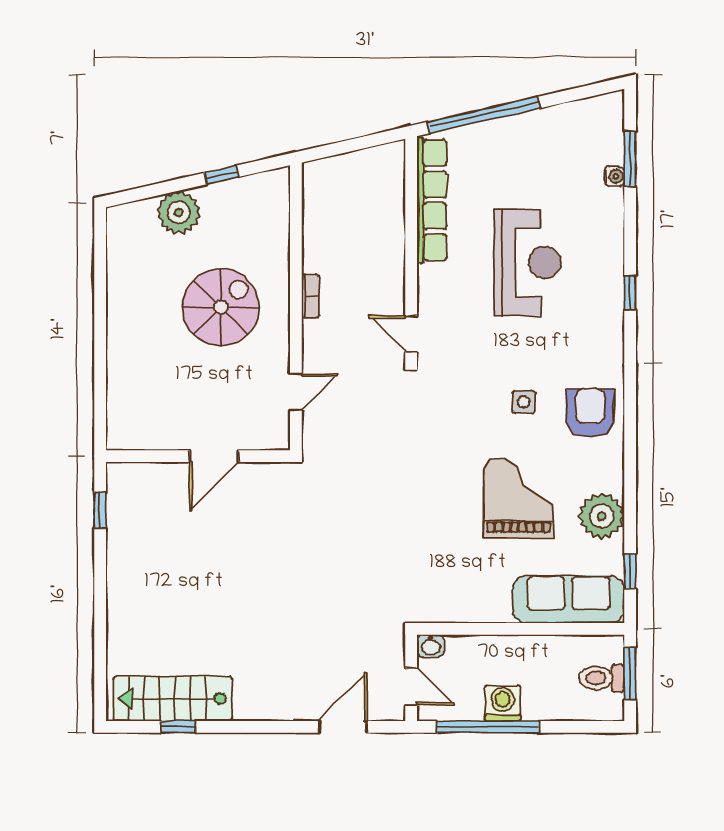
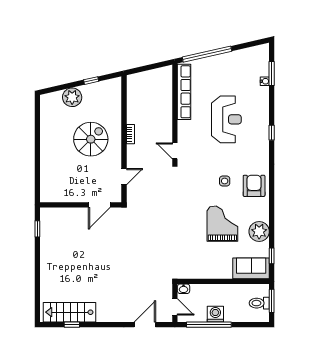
door: (214, 456) -> (99, 205), moved
sofa: (569, 599) -> (251, 268), width x0.73

